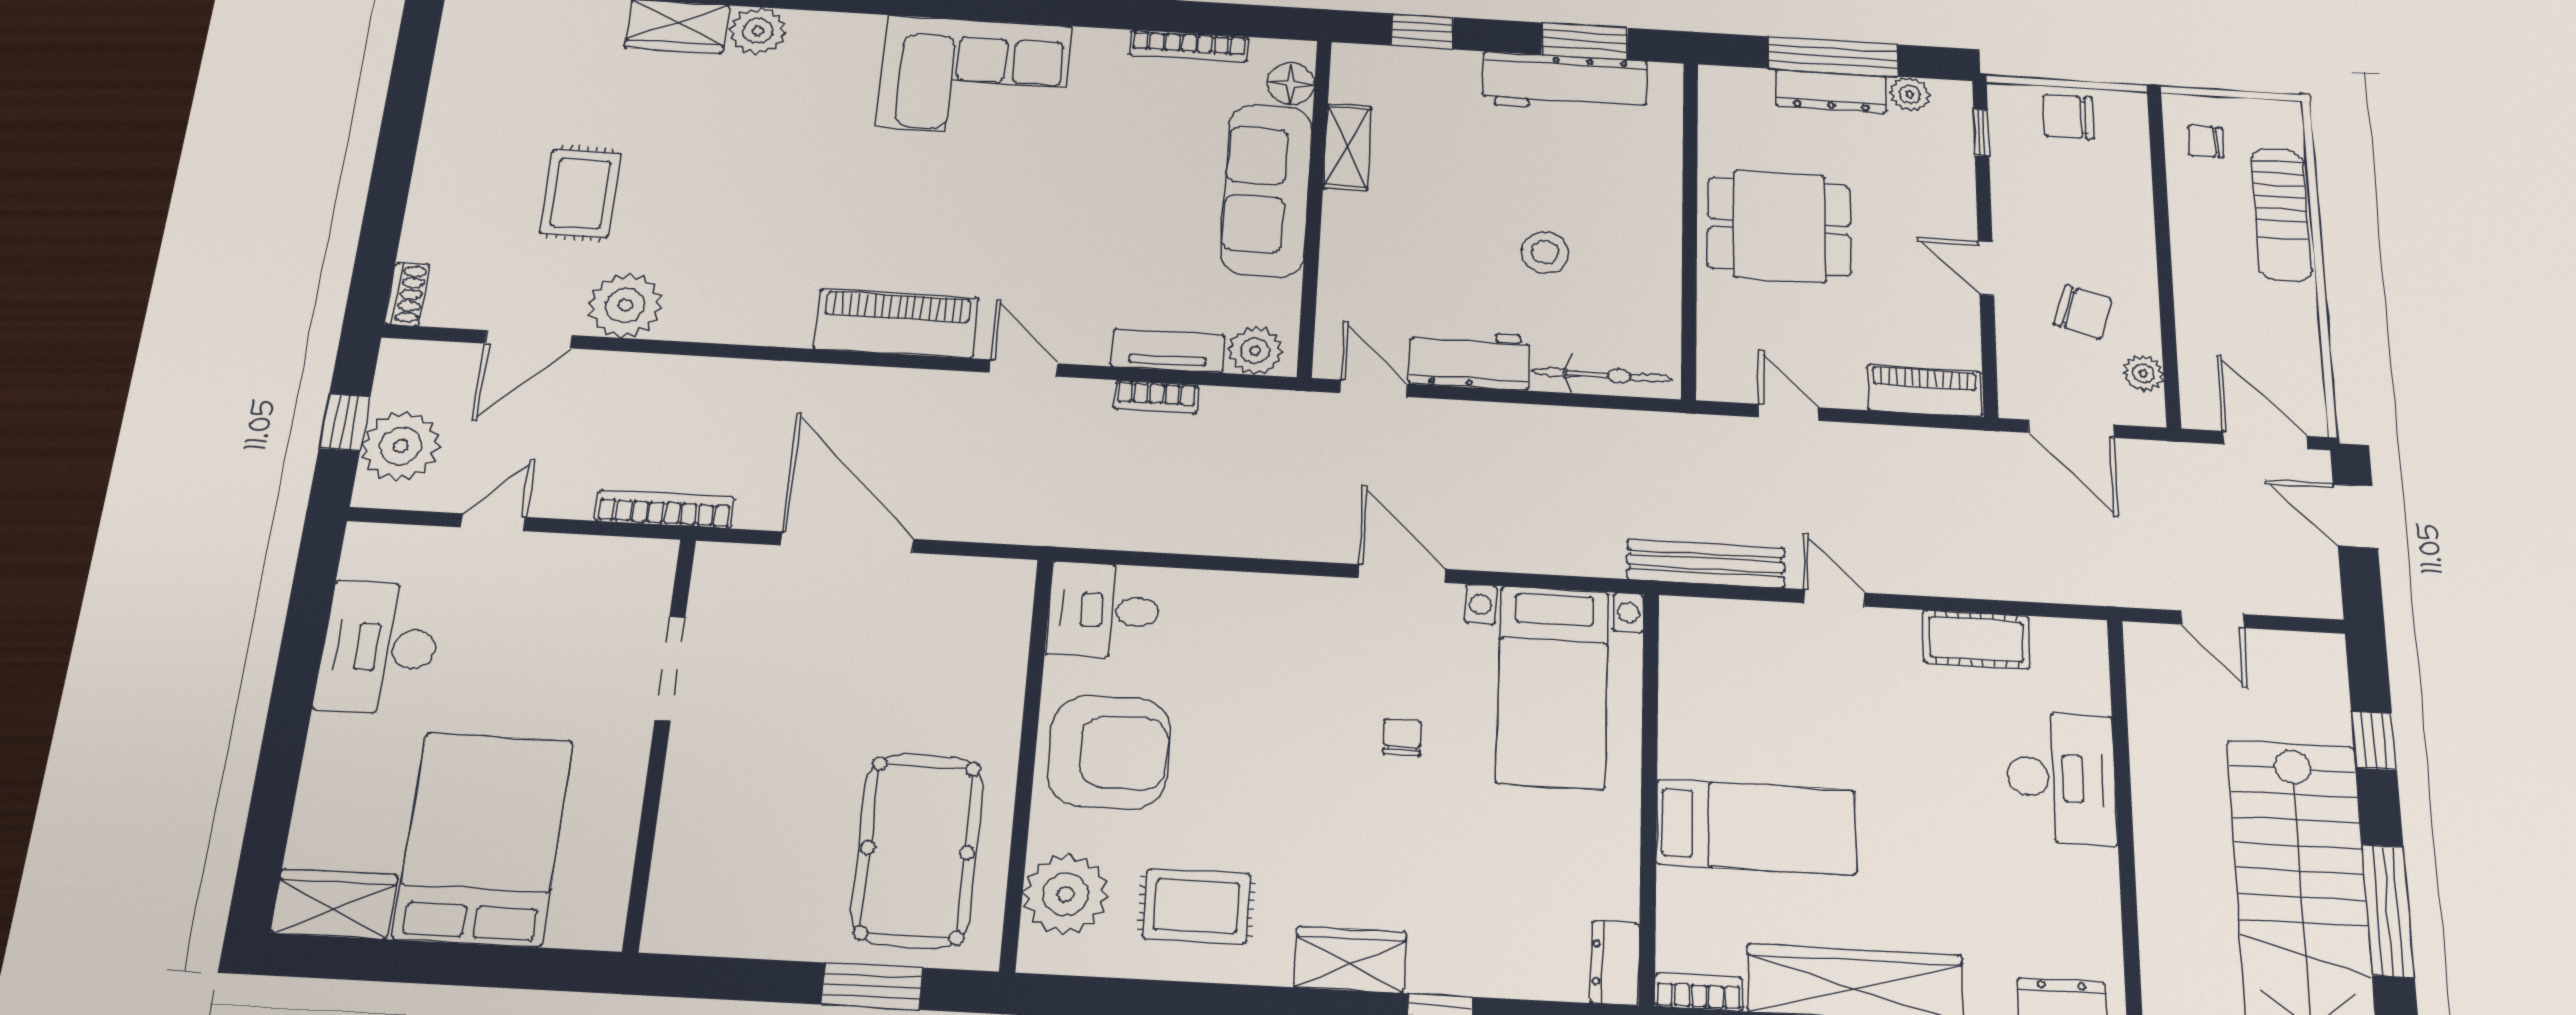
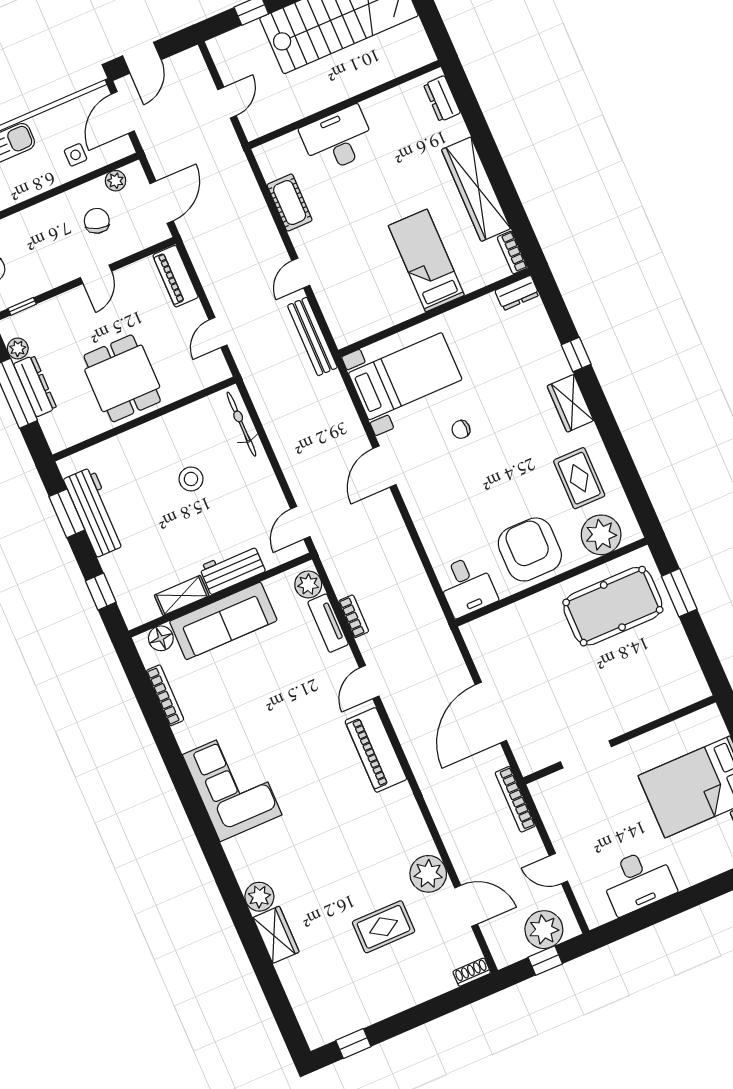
window: (414, 57) -> (353, 1044), added
side table: (2218, 331) -> (76, 155), added
workbench: (1469, 360) -> (232, 569), moved, turned 90

